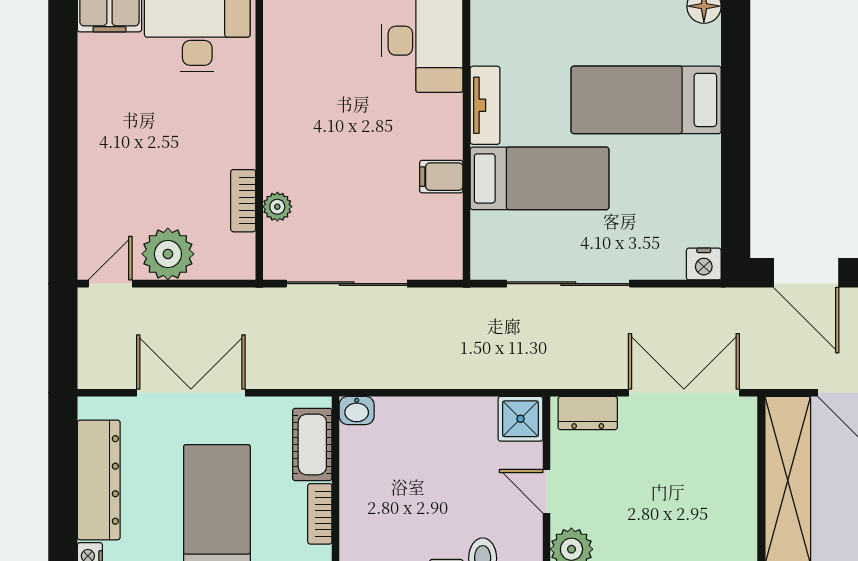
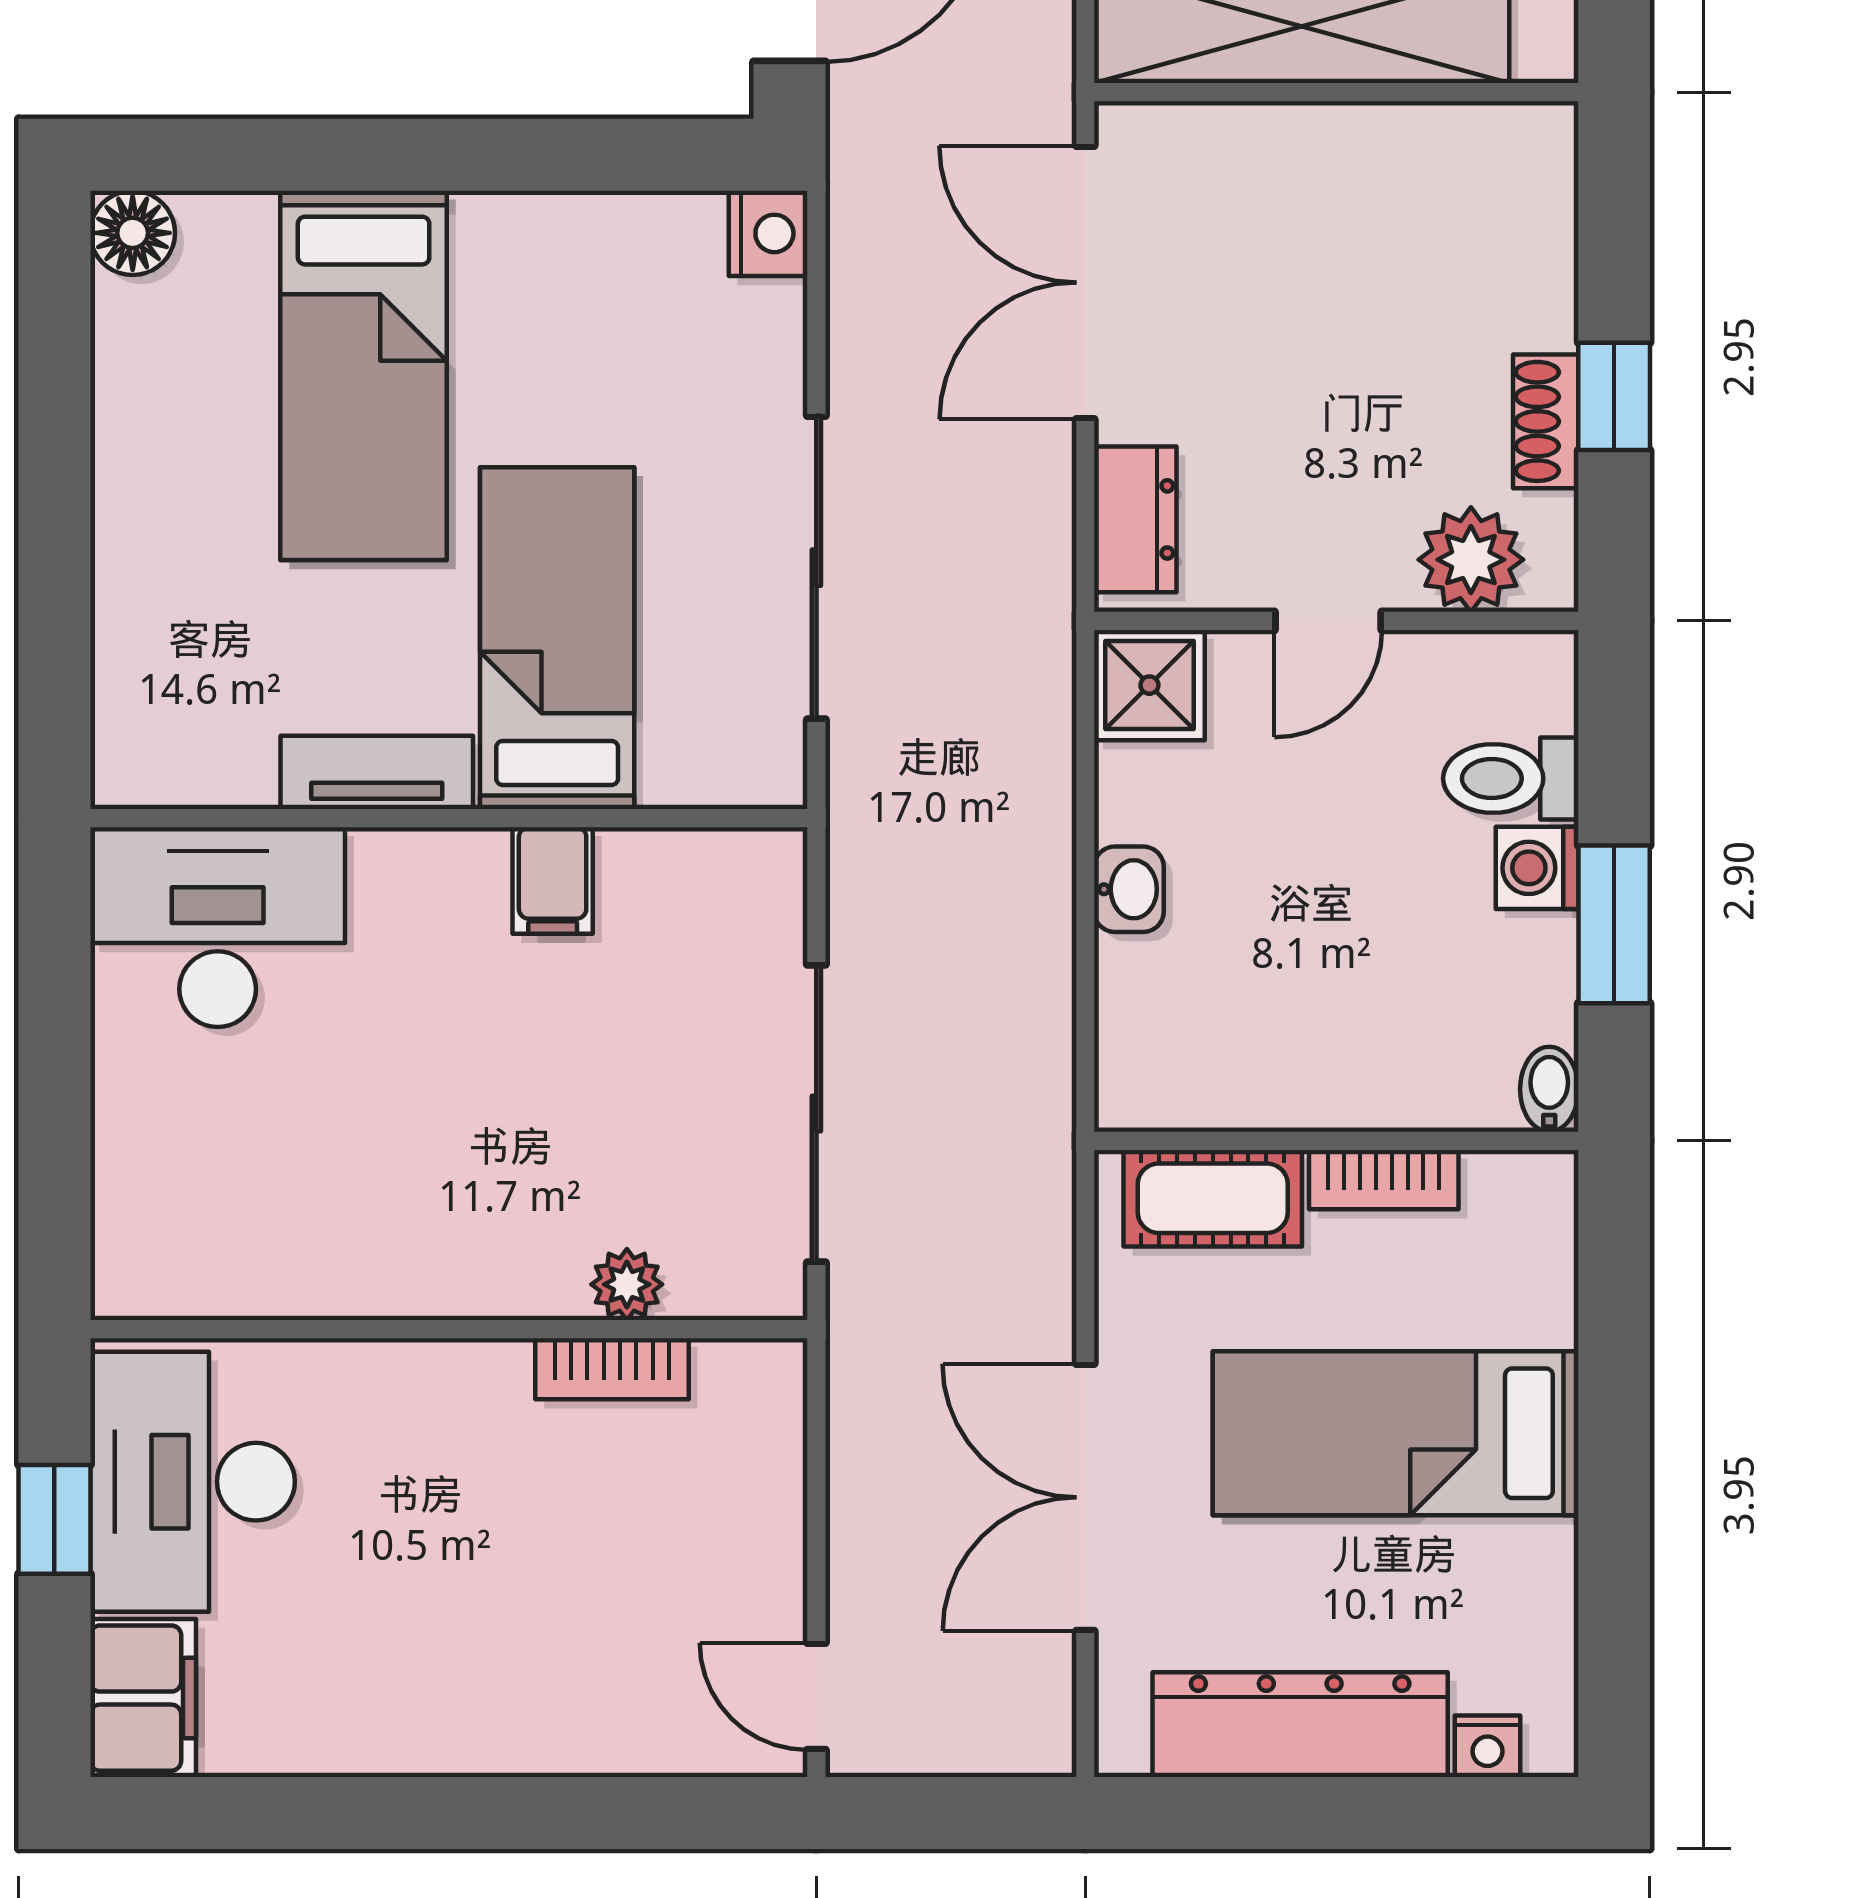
plant: (168, 254) -> (743, 1554), removed
washbasin: (357, 410) -> (1129, 889), moved

